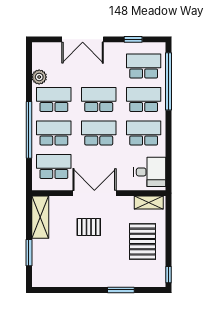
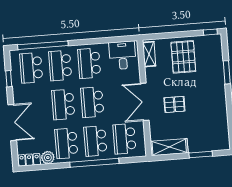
locker: (38, 55) -> (29, 160), added
pallet: (89, 227) -> (174, 104), turned 90
pallet: (142, 242) -> (183, 57), turned 90

